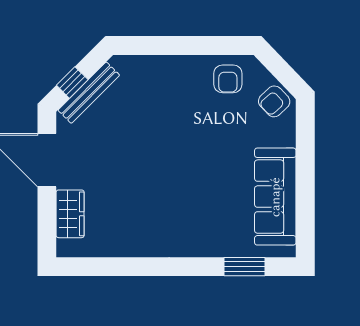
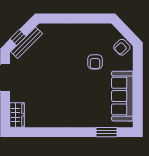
armchair: (228, 79) -> (95, 62), moved
wardrobe: (70, 214) -> (17, 115), moved

